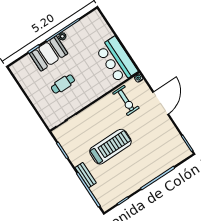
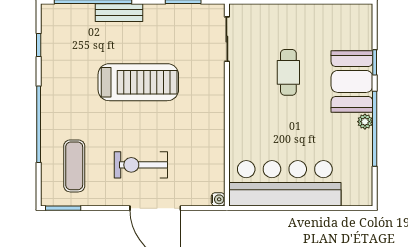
bar counter: (117, 60) -> (285, 183), width x1.36
exercise bike: (126, 100) -> (141, 165), moved
treadmill: (110, 147) -> (138, 82), turned -90
exercise mat: (165, 151) -> (74, 166), added

